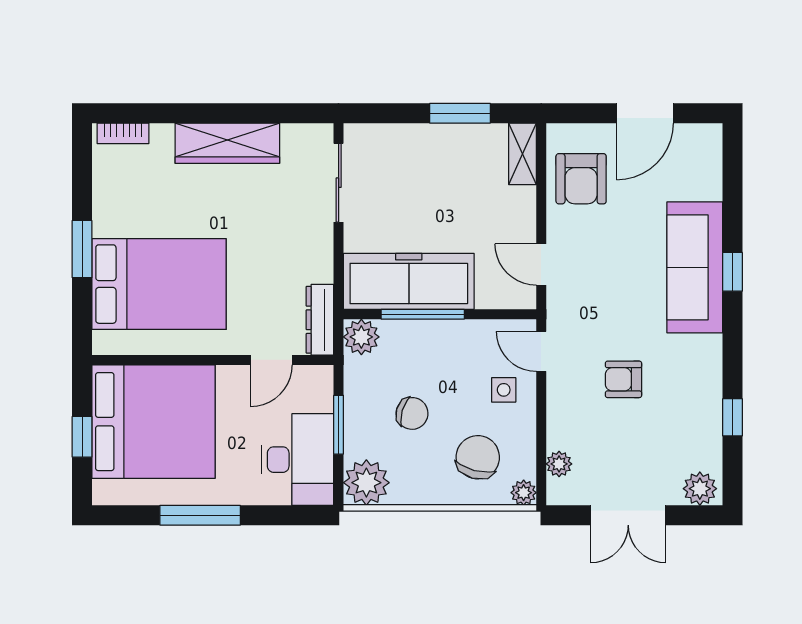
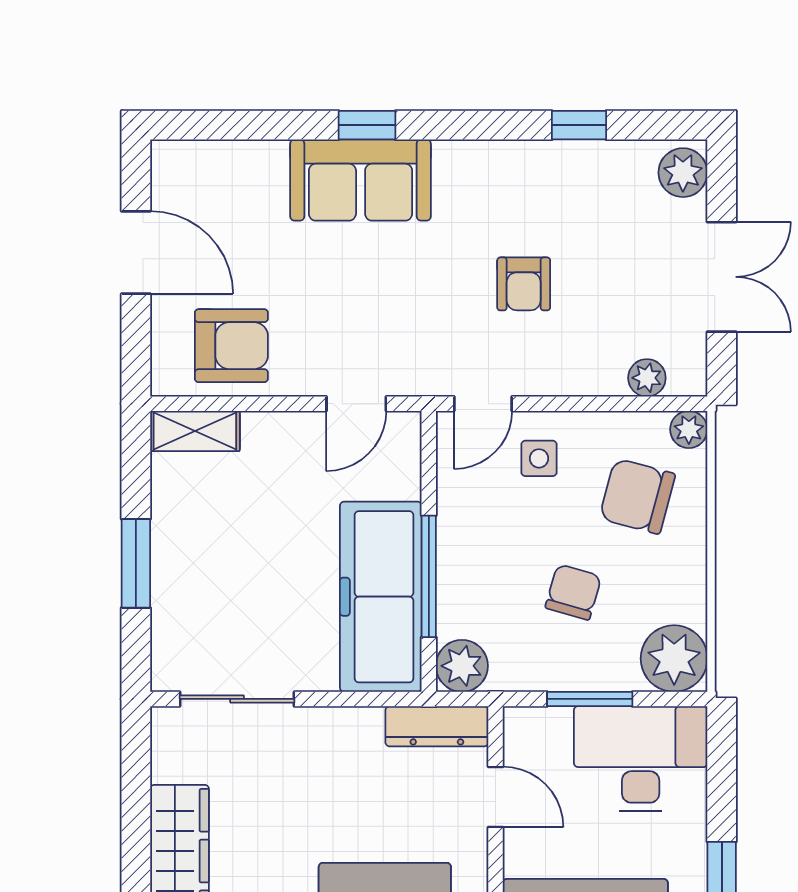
window: (460, 113) -> (136, 563), moved
sofa: (695, 267) -> (361, 180), width x0.73

